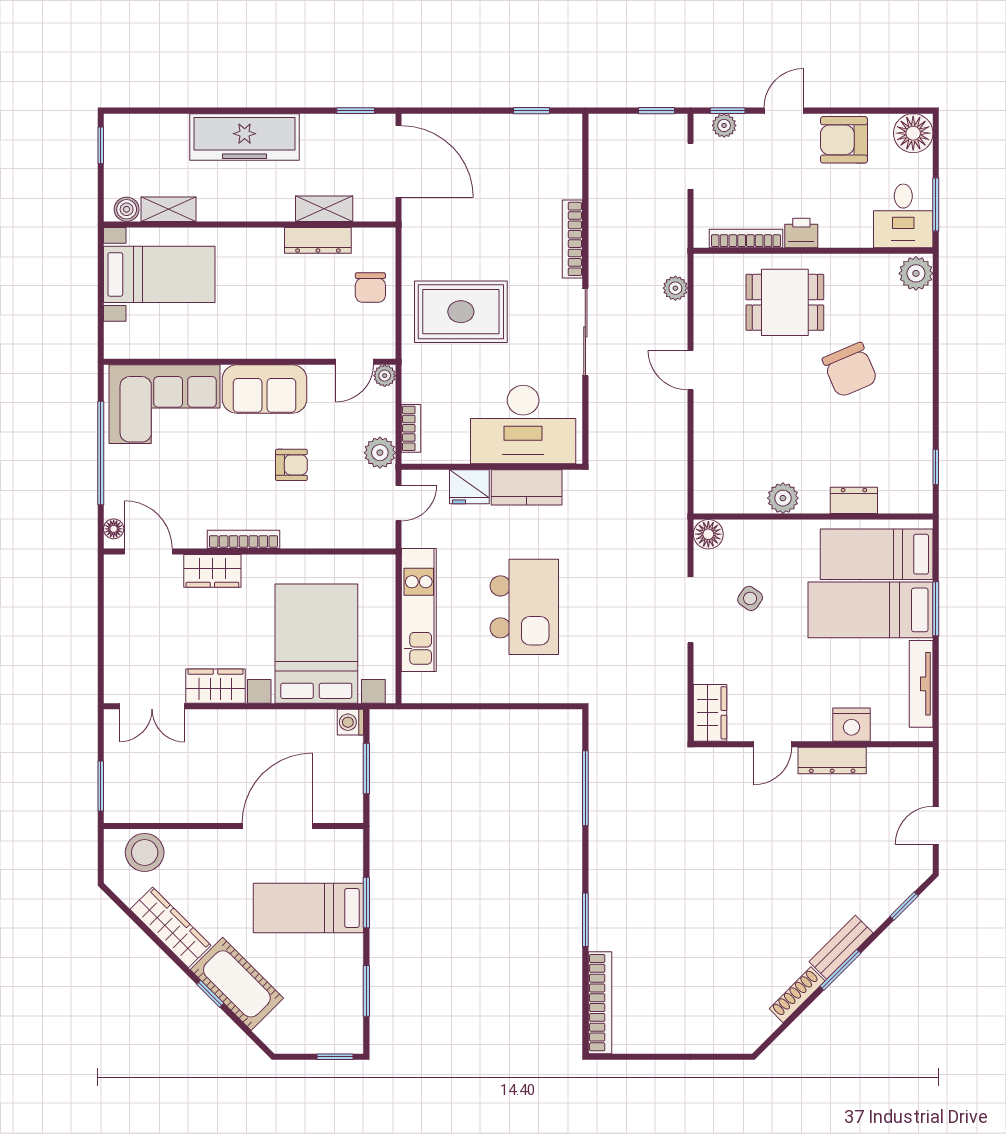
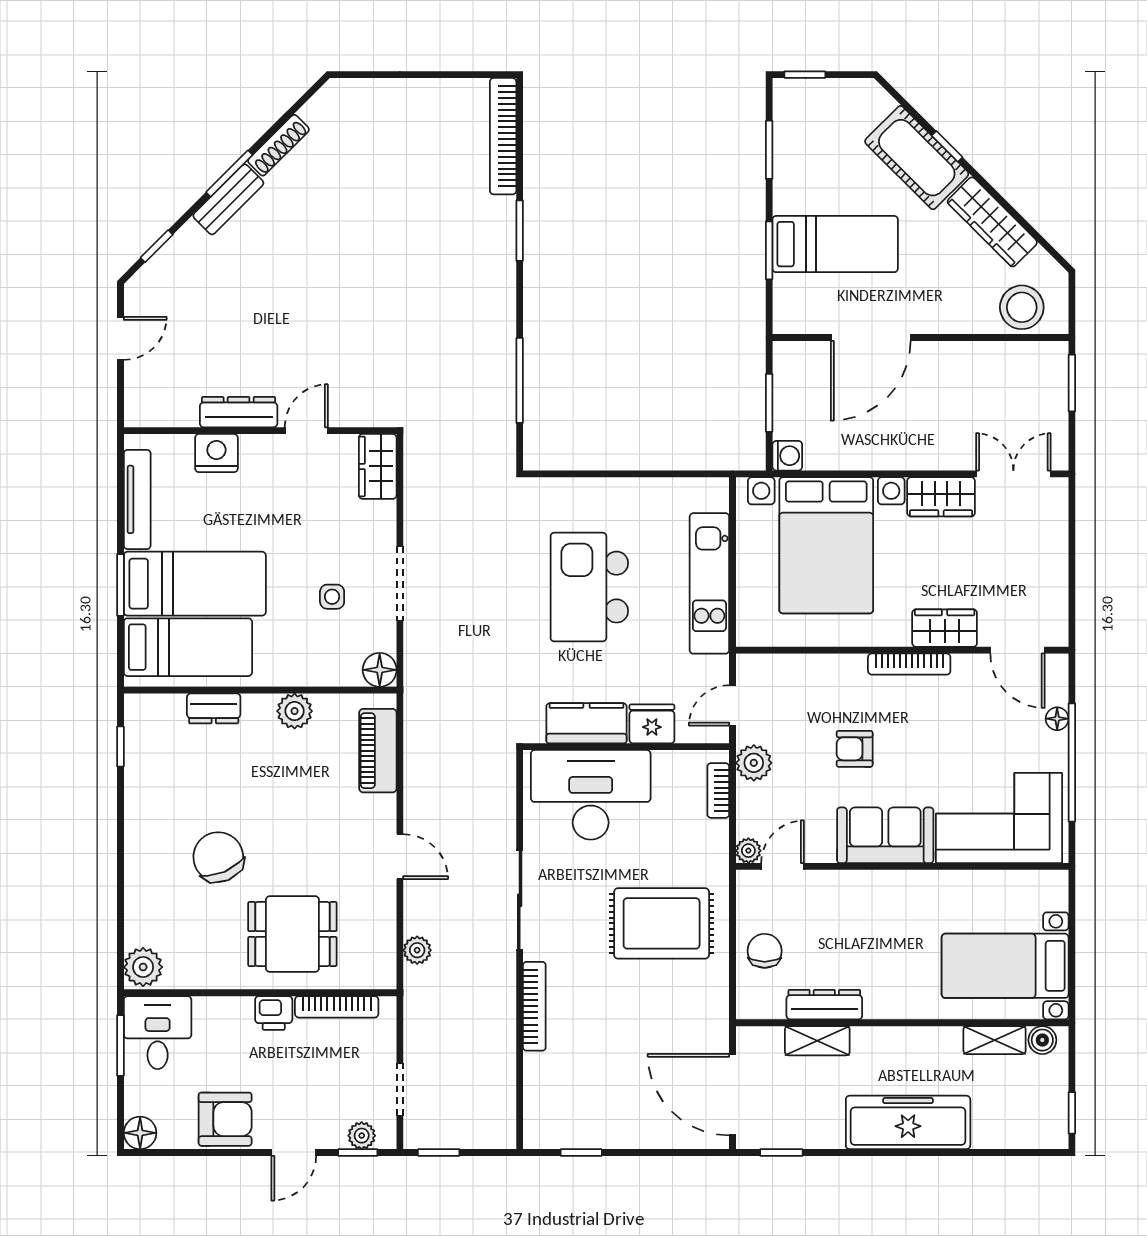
floor lamp: (913, 133) -> (140, 1133), width x0.73, depth x0.73
piano: (710, 463) -> (378, 751), added
floor lamp: (114, 529) -> (1057, 719), moved
side table: (750, 598) -> (332, 597), turned -35

